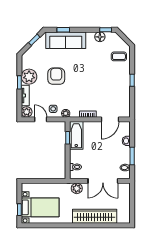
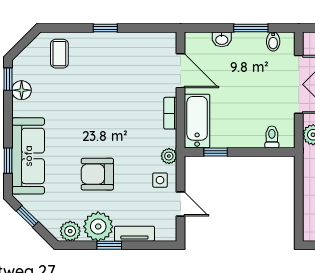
plant: (27, 112) -> (70, 231), moved
door: (41, 119) -> (181, 204), swing flipped
bathtub: (76, 135) -> (197, 121), moved, turned 90

